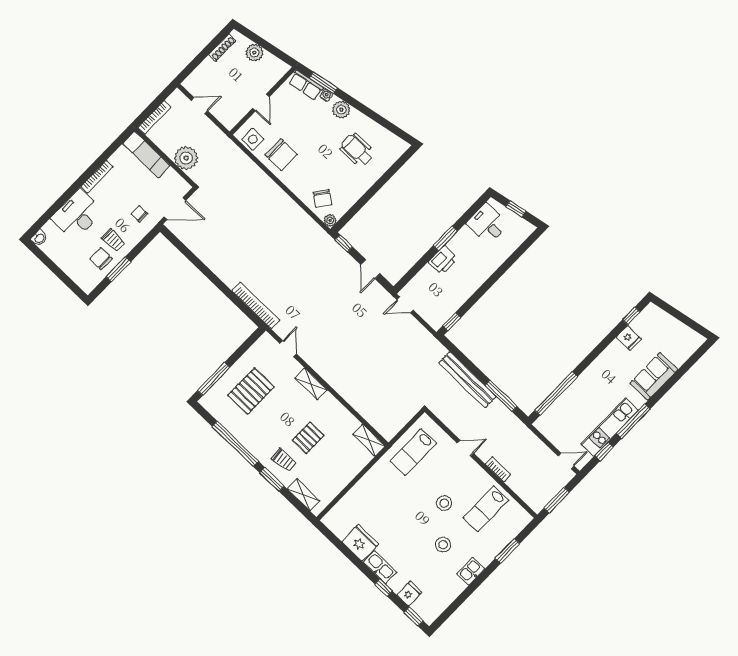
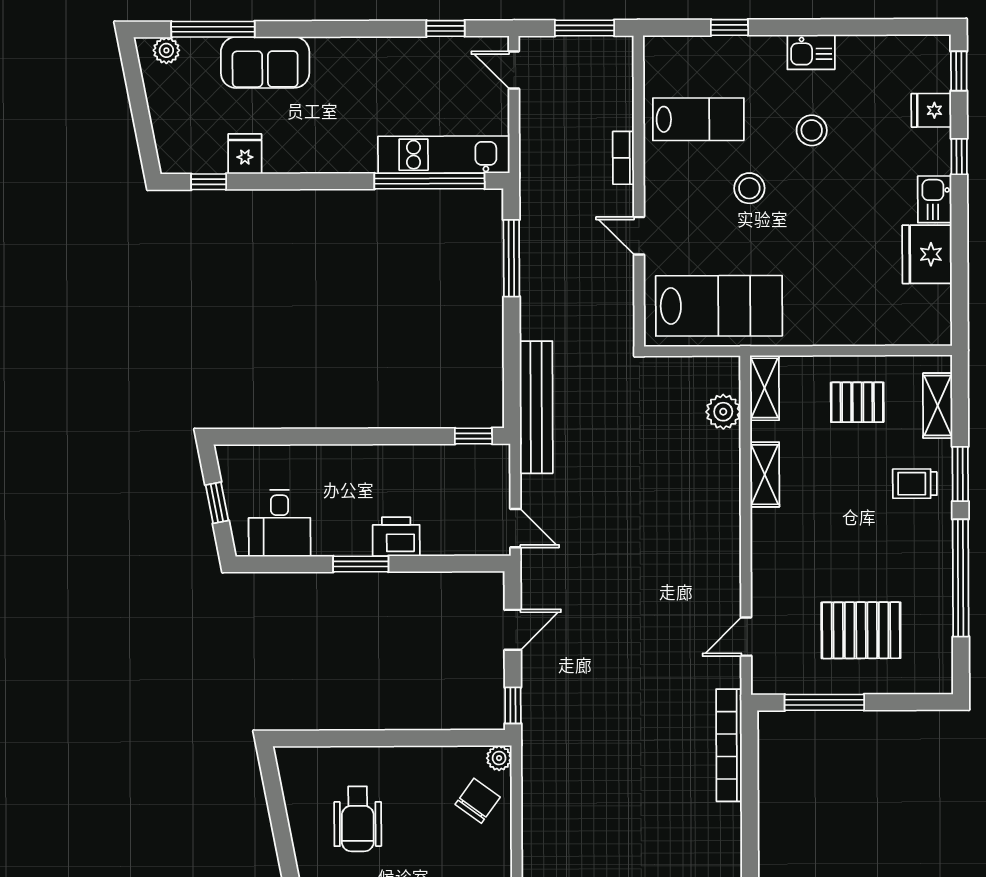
plant: (692, 346) -> (166, 50), added
window: (214, 379) -> (824, 702), moved
bench: (467, 380) -> (536, 407), moved
shelving: (311, 384) -> (765, 475), moved
plant: (375, 418) -> (723, 412), added
window: (633, 421) -> (213, 29), moved
kitchen unit: (610, 427) -> (444, 155), moved, turned 180
pallet: (308, 438) -> (857, 402), moved
lab bench: (413, 452) -> (719, 306), width x1.36, depth x1.39
trolley: (284, 460) -> (915, 484), turned -84
window: (507, 551) -> (729, 27), width x0.67
kitchen sink: (380, 567) -> (935, 199), width x0.73

